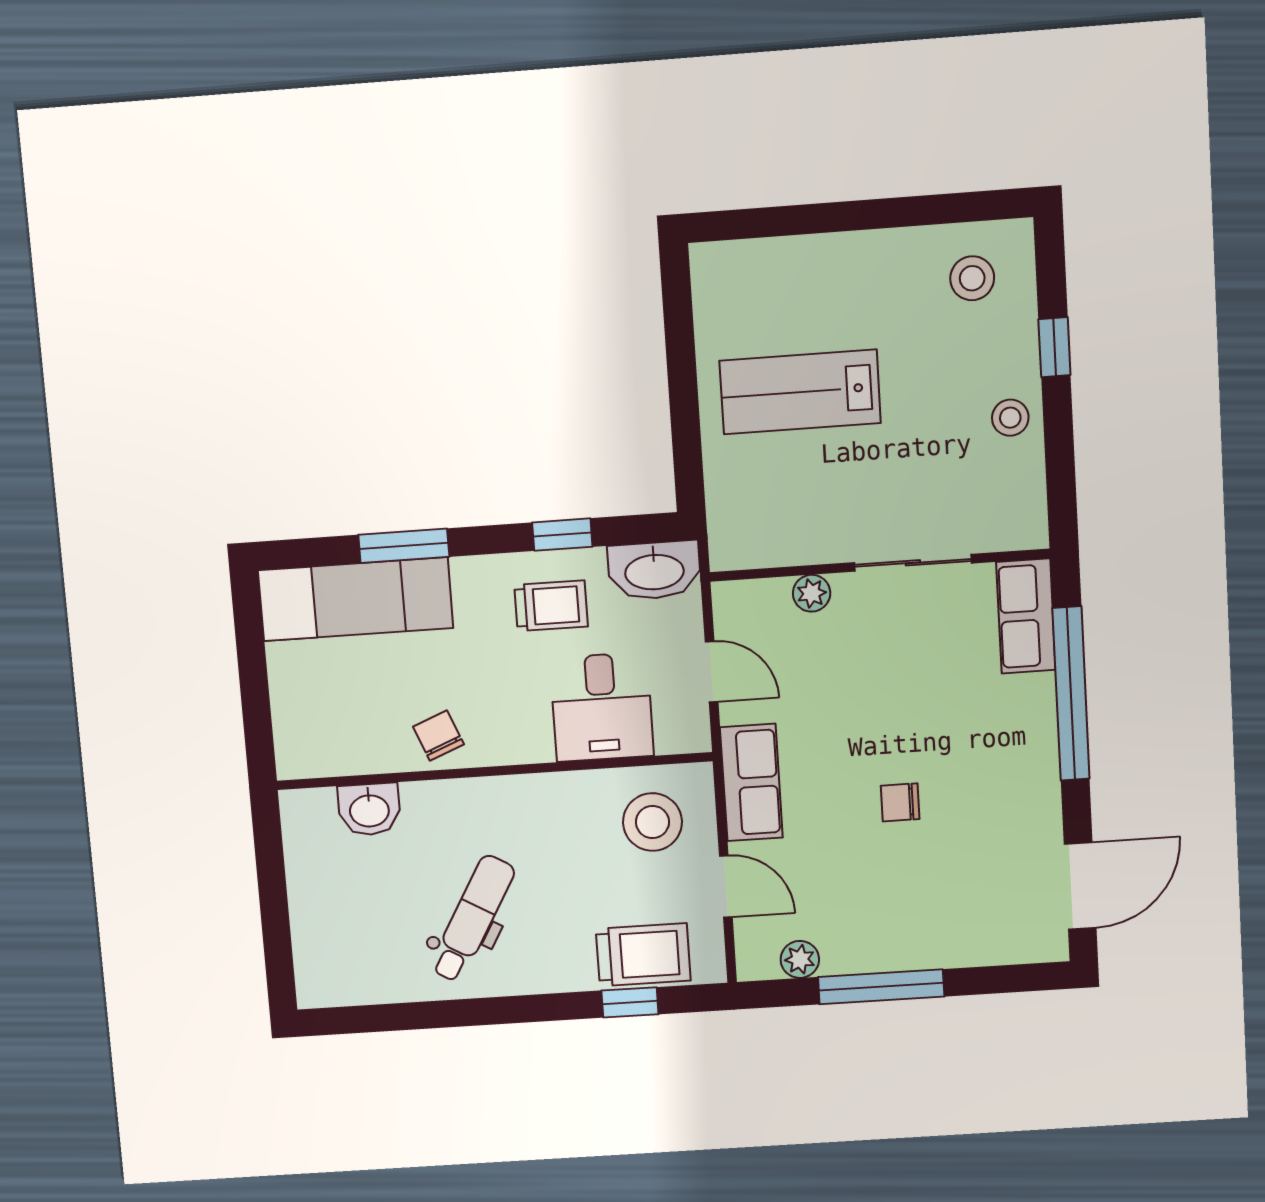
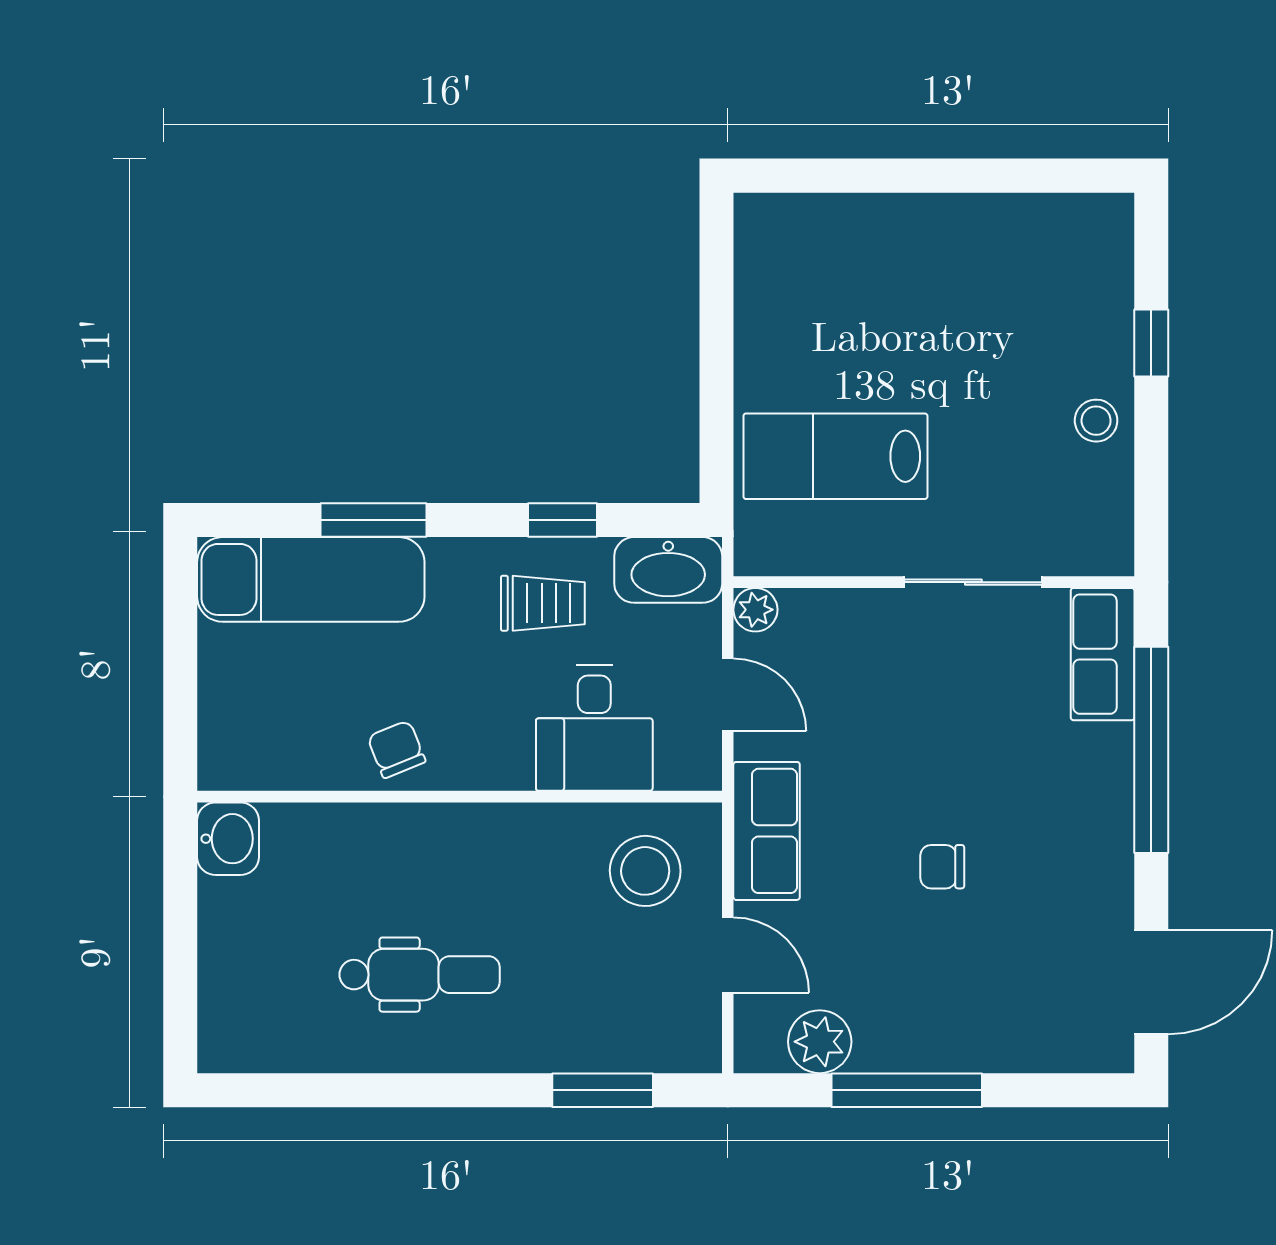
stool: (972, 278) -> (1060, 257), removed
lab bench: (800, 392) -> (835, 456), moved
plant: (812, 593) -> (755, 610), moved
washbasin: (369, 809) -> (228, 839), moved, turned -90
dental chair: (472, 919) -> (420, 975), turned 60
trolley: (643, 955) -> (623, 1032), removed
plant: (800, 959) -> (820, 1042), width x1.38, depth x1.38
window: (630, 1002) -> (603, 1090), width x1.50

